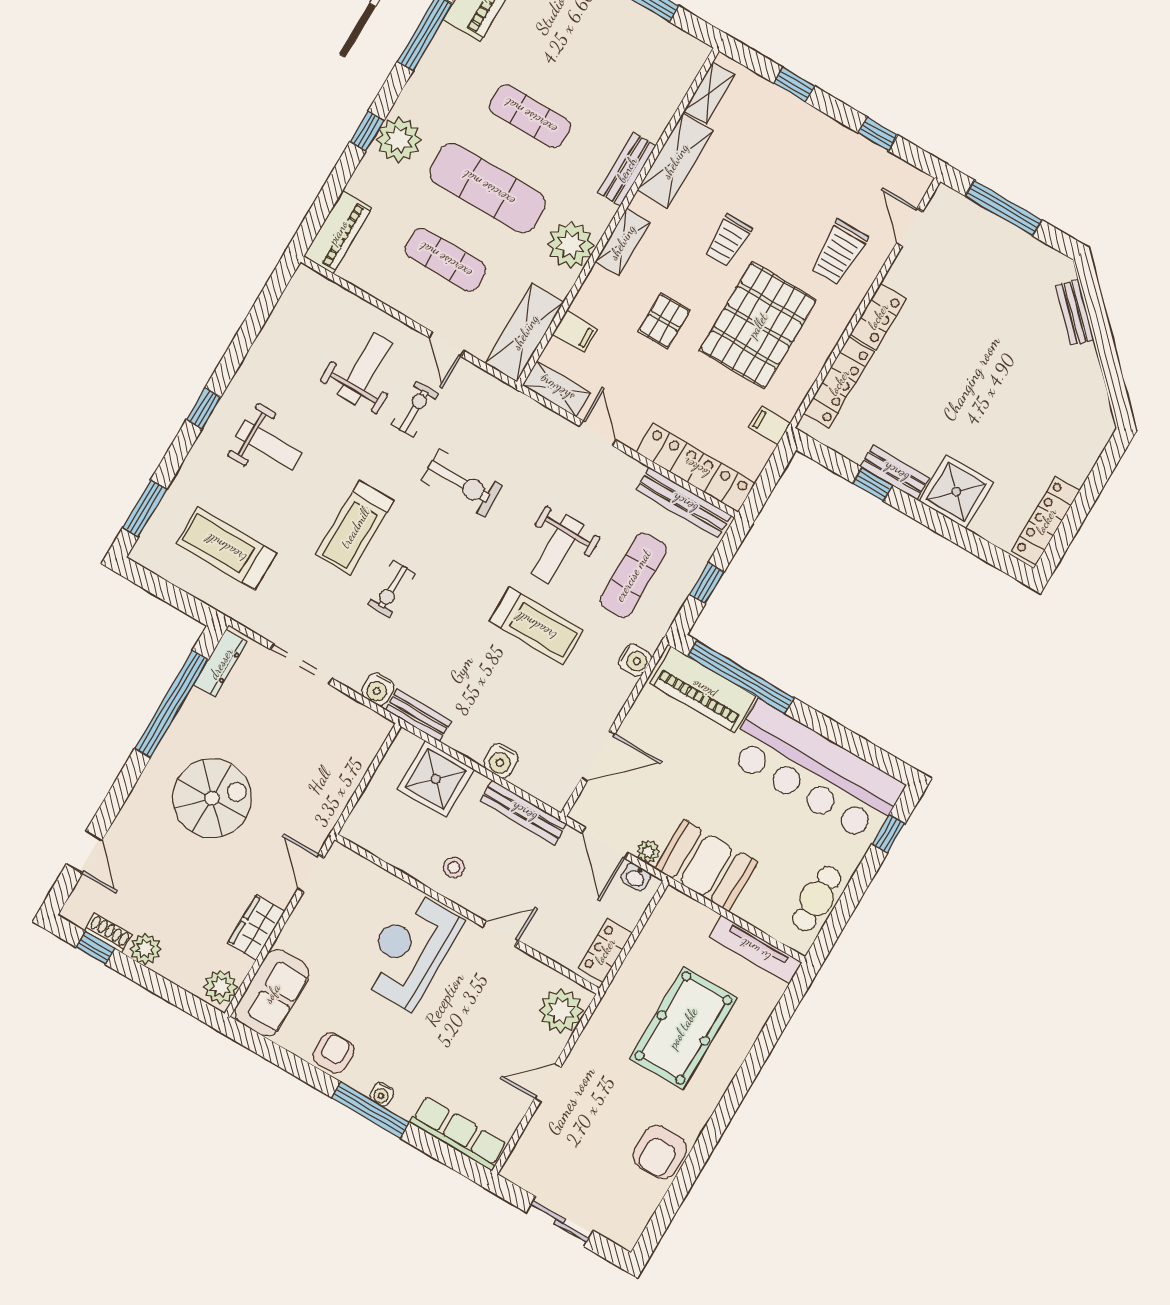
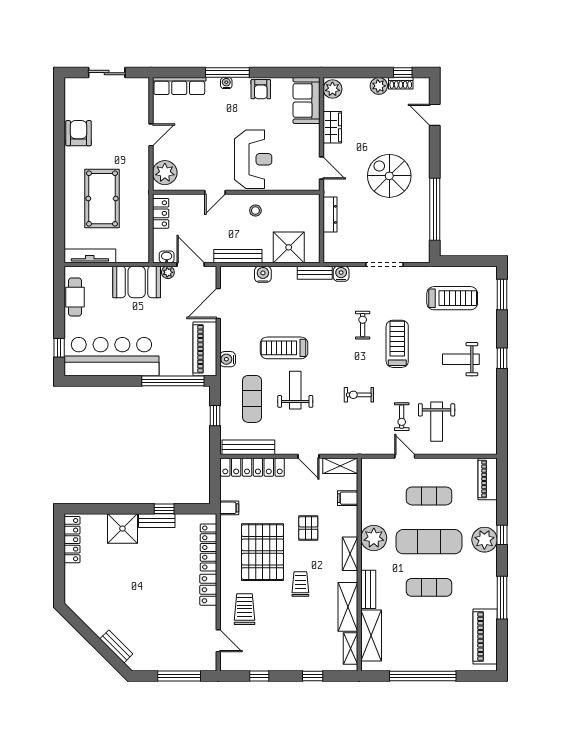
shelving: (525, 332) -> (371, 636), moved
exercise bike: (462, 483) -> (359, 395), width x0.73, depth x0.72
dresser: (221, 663) -> (330, 214), moved, turned 180
piano: (703, 690) -> (205, 349), moved, turned -90
spiral stairs: (212, 798) -> (389, 176), turned 90

